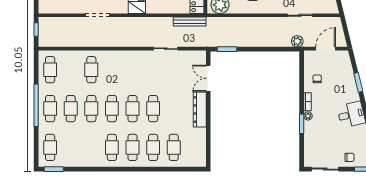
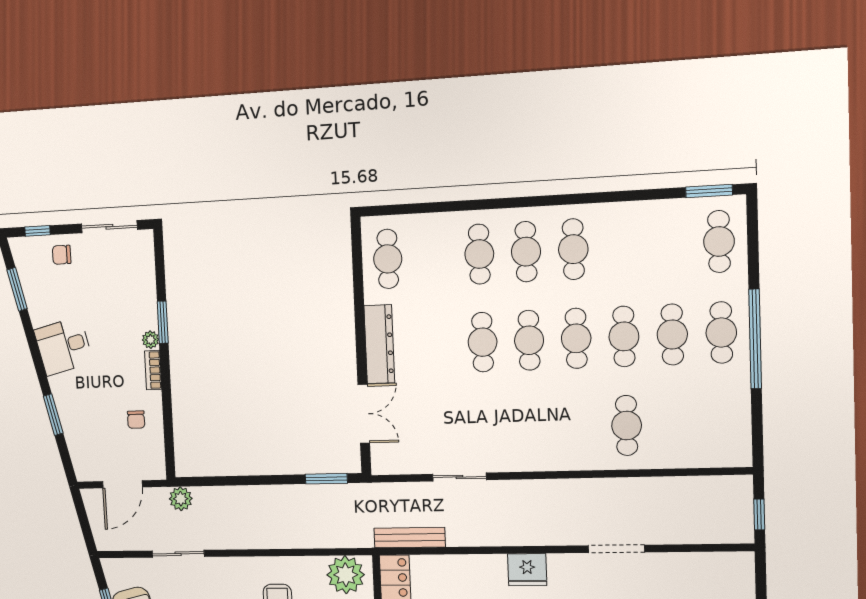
cafe table: (50, 70) -> (724, 423), removed
cafe table: (174, 147) -> (388, 259), moved

